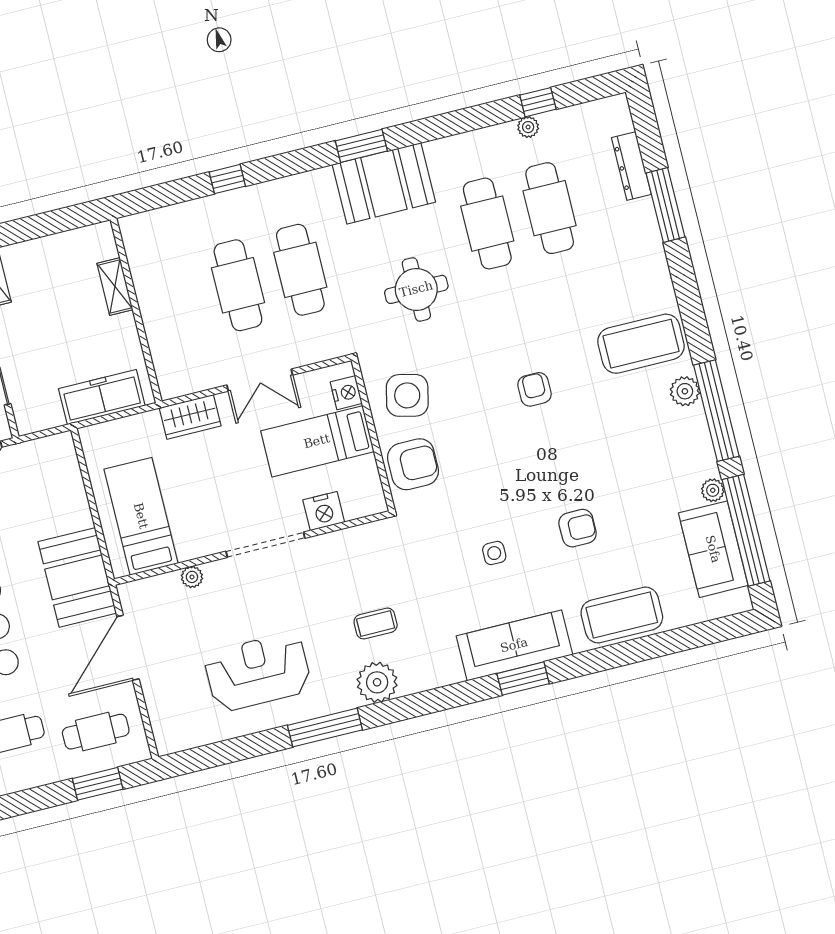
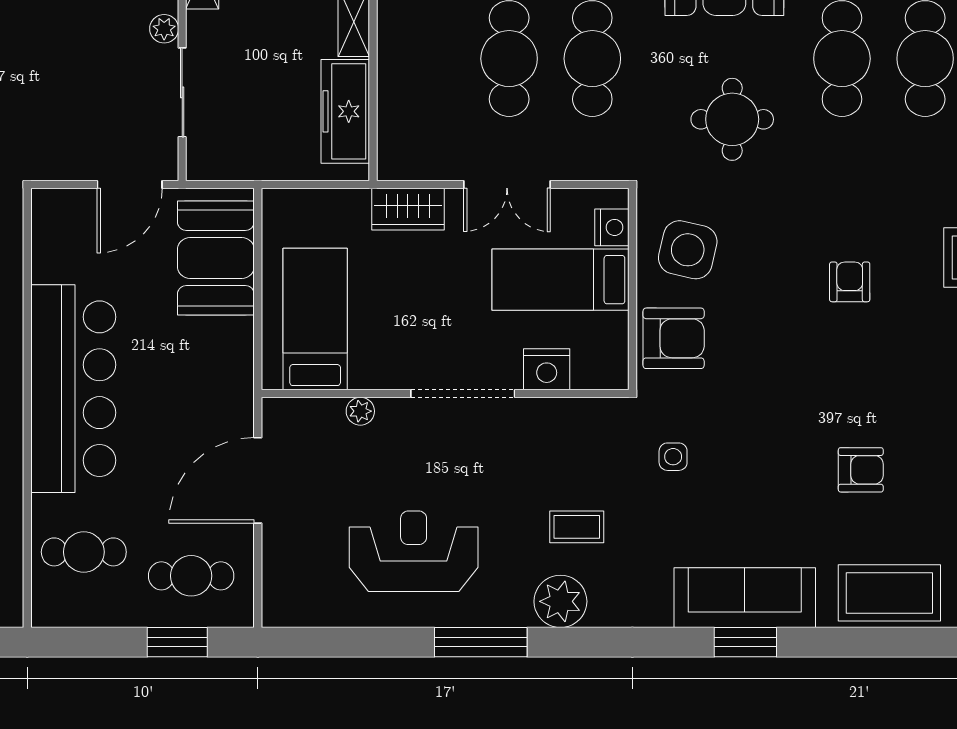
freezer: (102, 397) -> (345, 111), moved, turned -90
side table: (494, 553) -> (673, 457), moved
booth: (77, 577) -> (216, 258), moved

